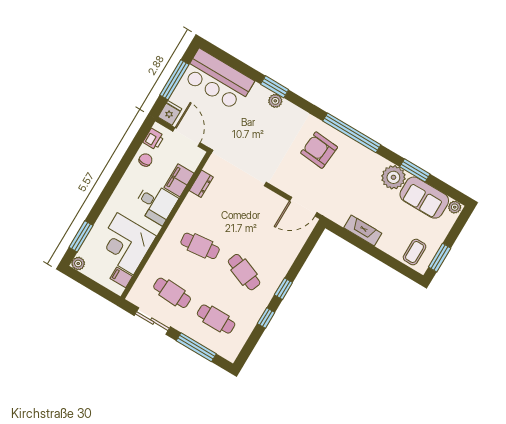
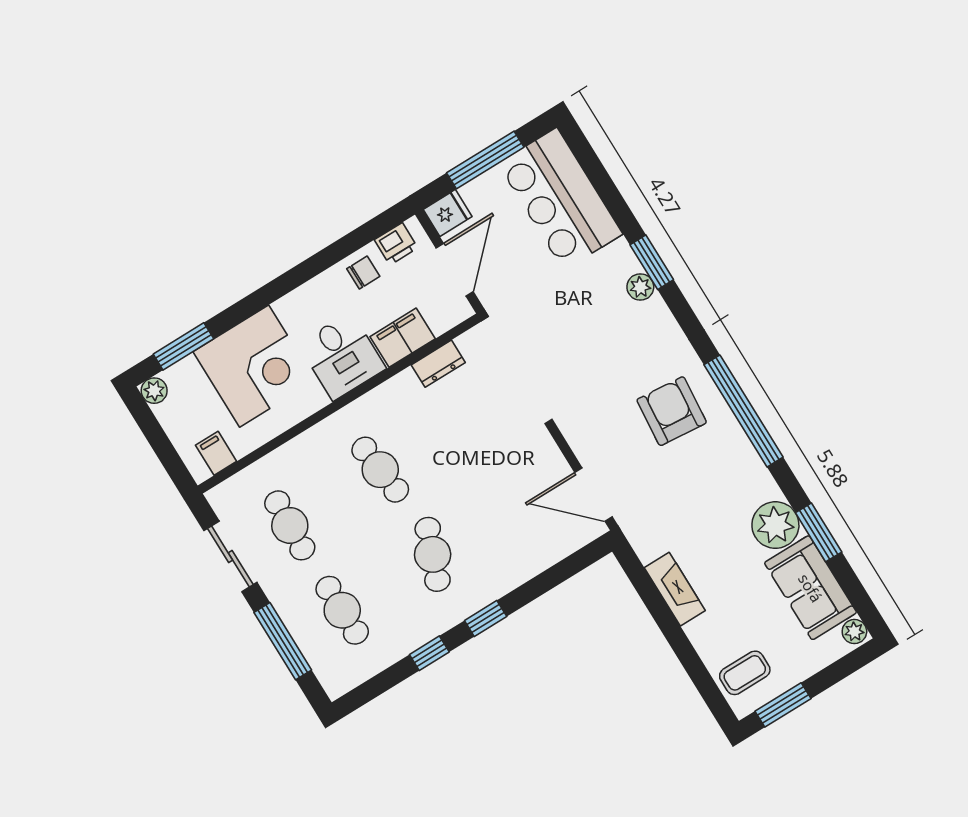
corner desk: (125, 244) -> (254, 366), moved, turned 180

